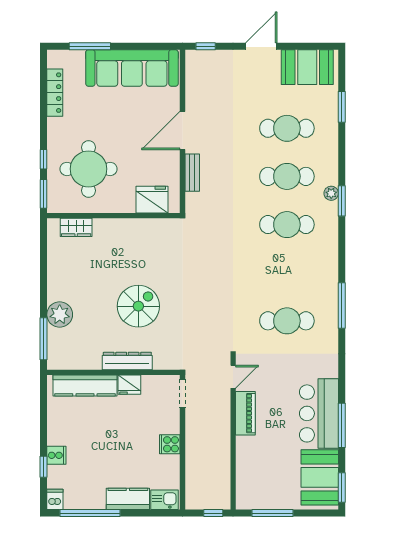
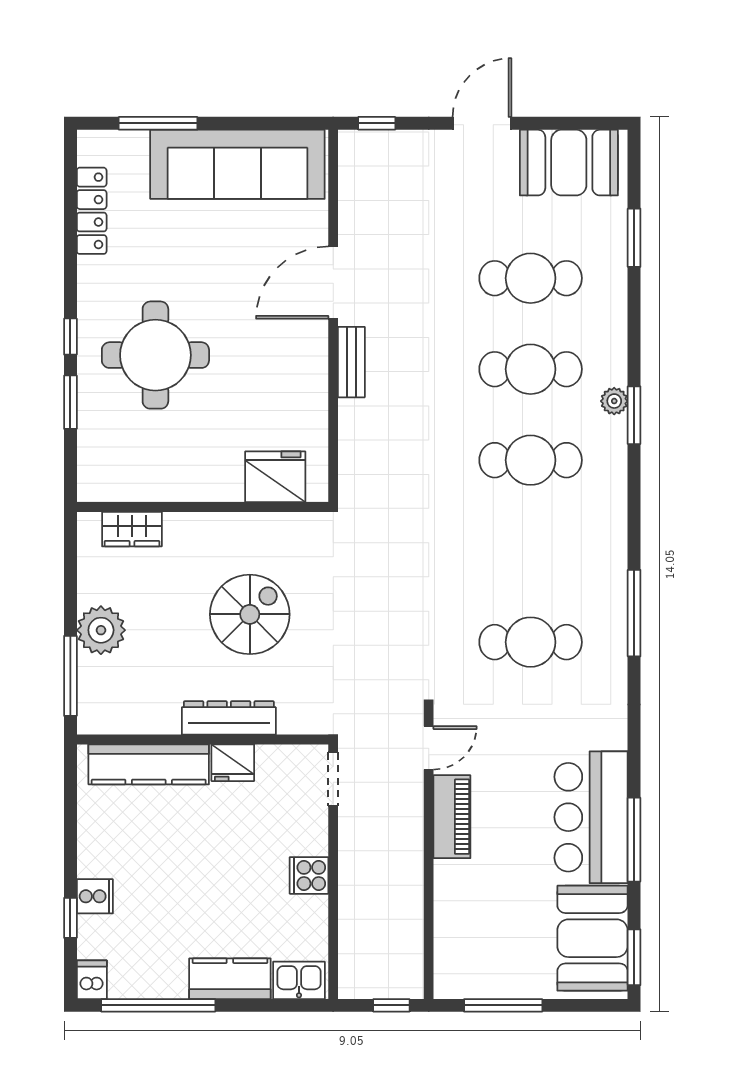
fridge: (152, 200) -> (275, 477), moved
wall: (113, 216) -> (203, 507), moved
wardrobe: (76, 227) -> (132, 529), moved

